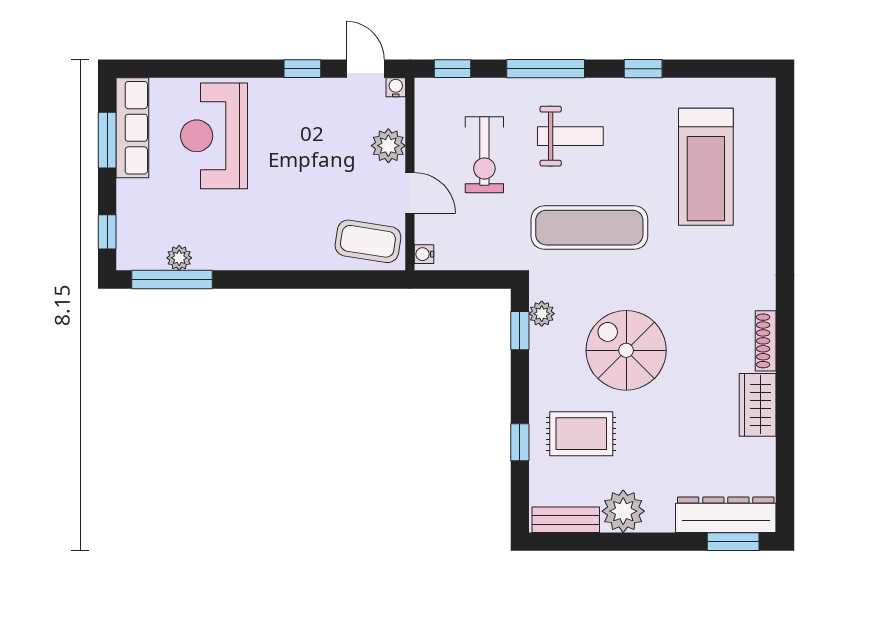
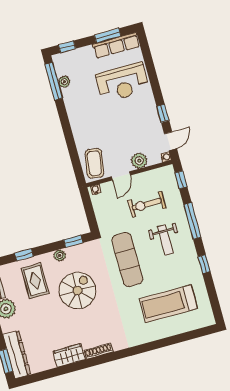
reception desk: (214, 136) -> (122, 82), turned 180
plant: (542, 314) -> (60, 255), moved

